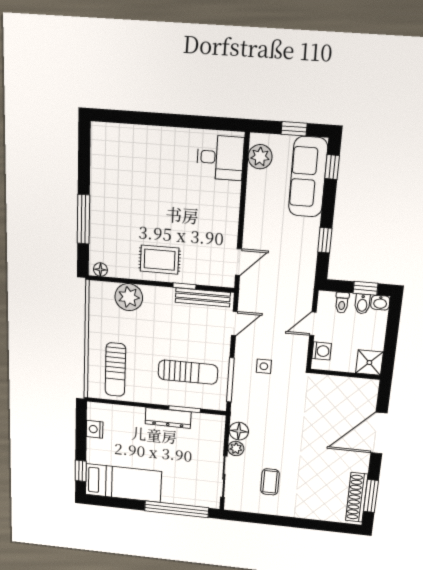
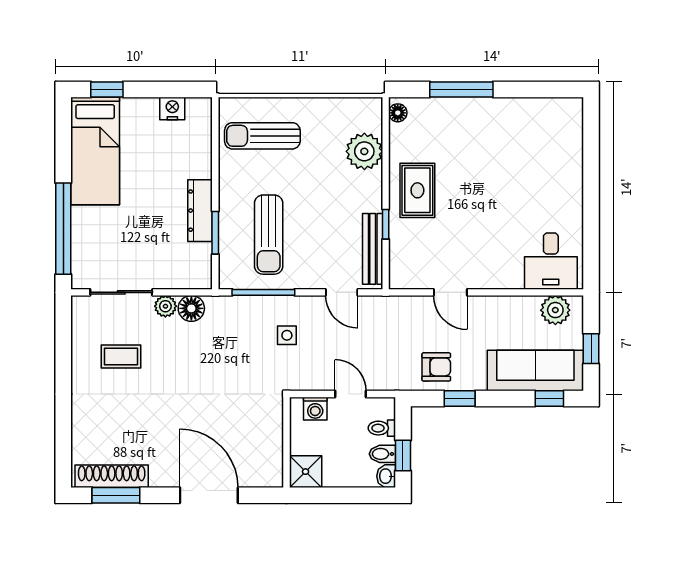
armchair: (298, 257) -> (436, 367), added
door: (238, 262) -> (450, 292), moved

